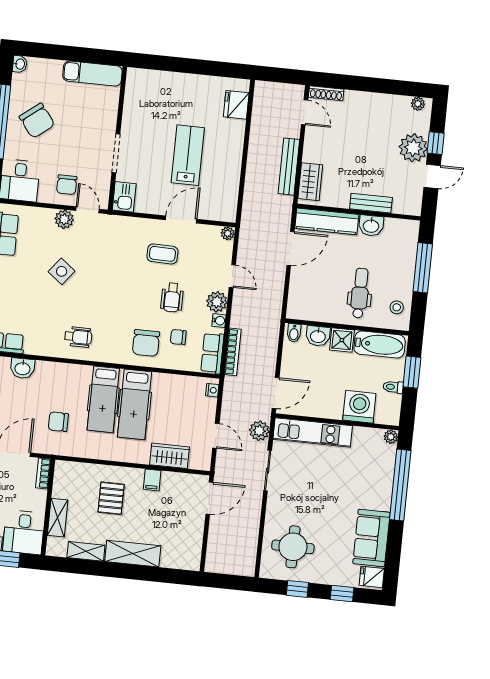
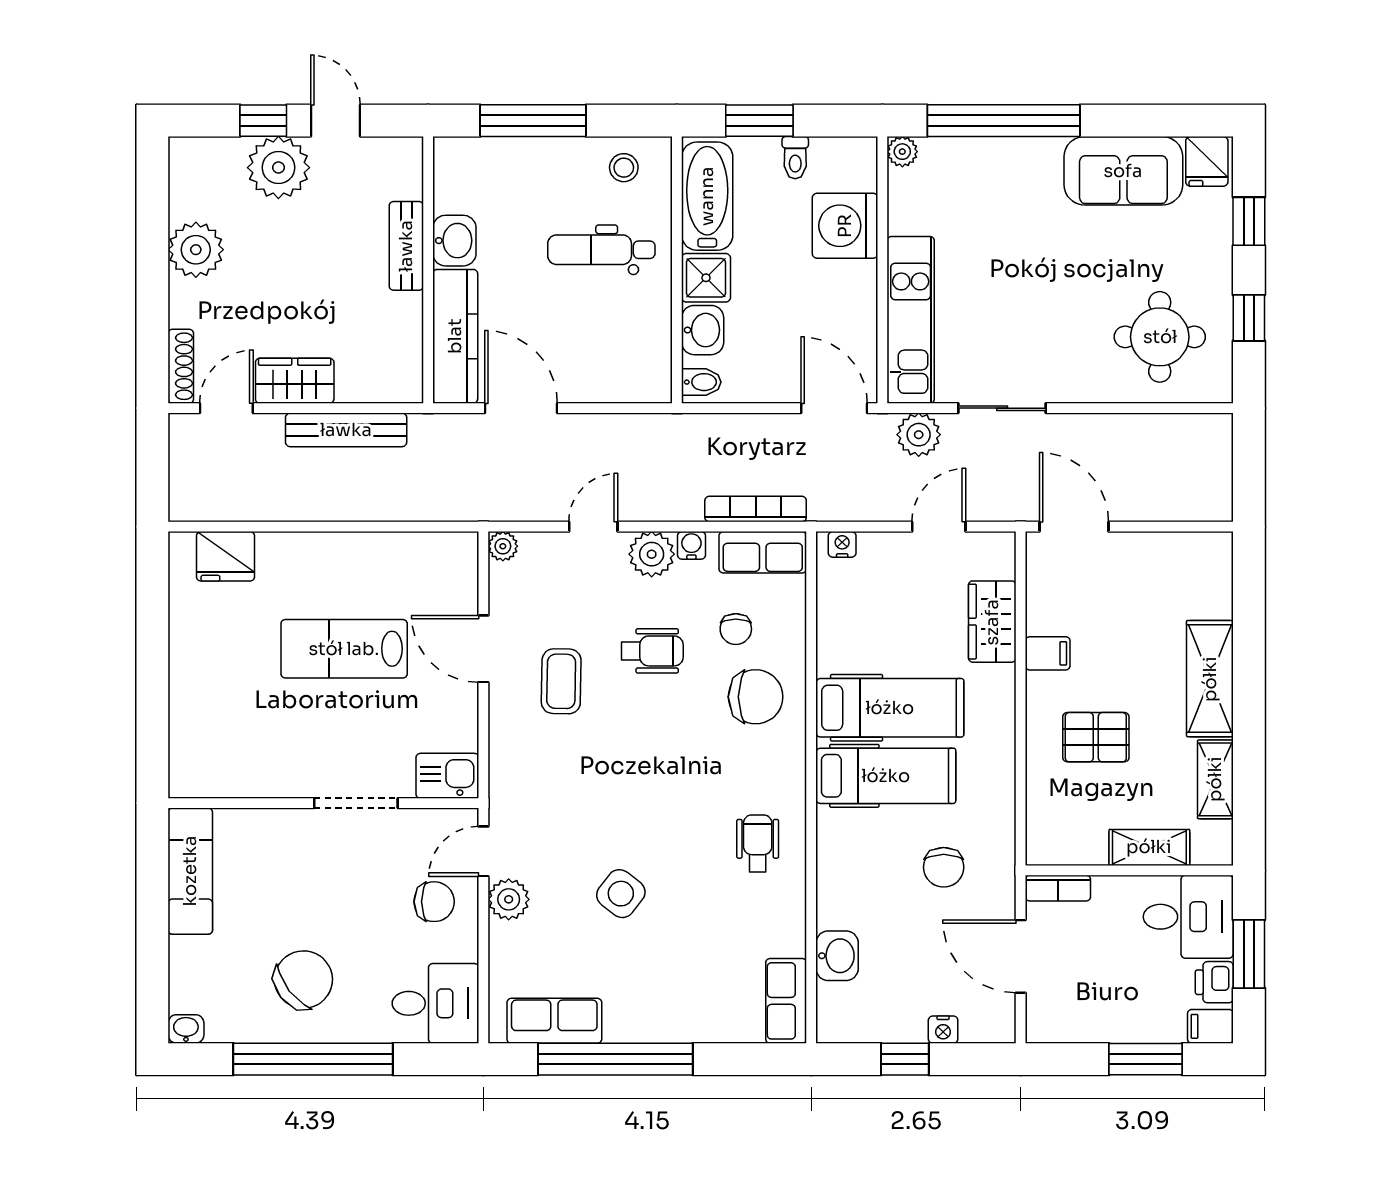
plant: (418, 104) -> (196, 250), moved, width x1.88, depth x1.88
wardrobe: (310, 182) -> (295, 381), moved

